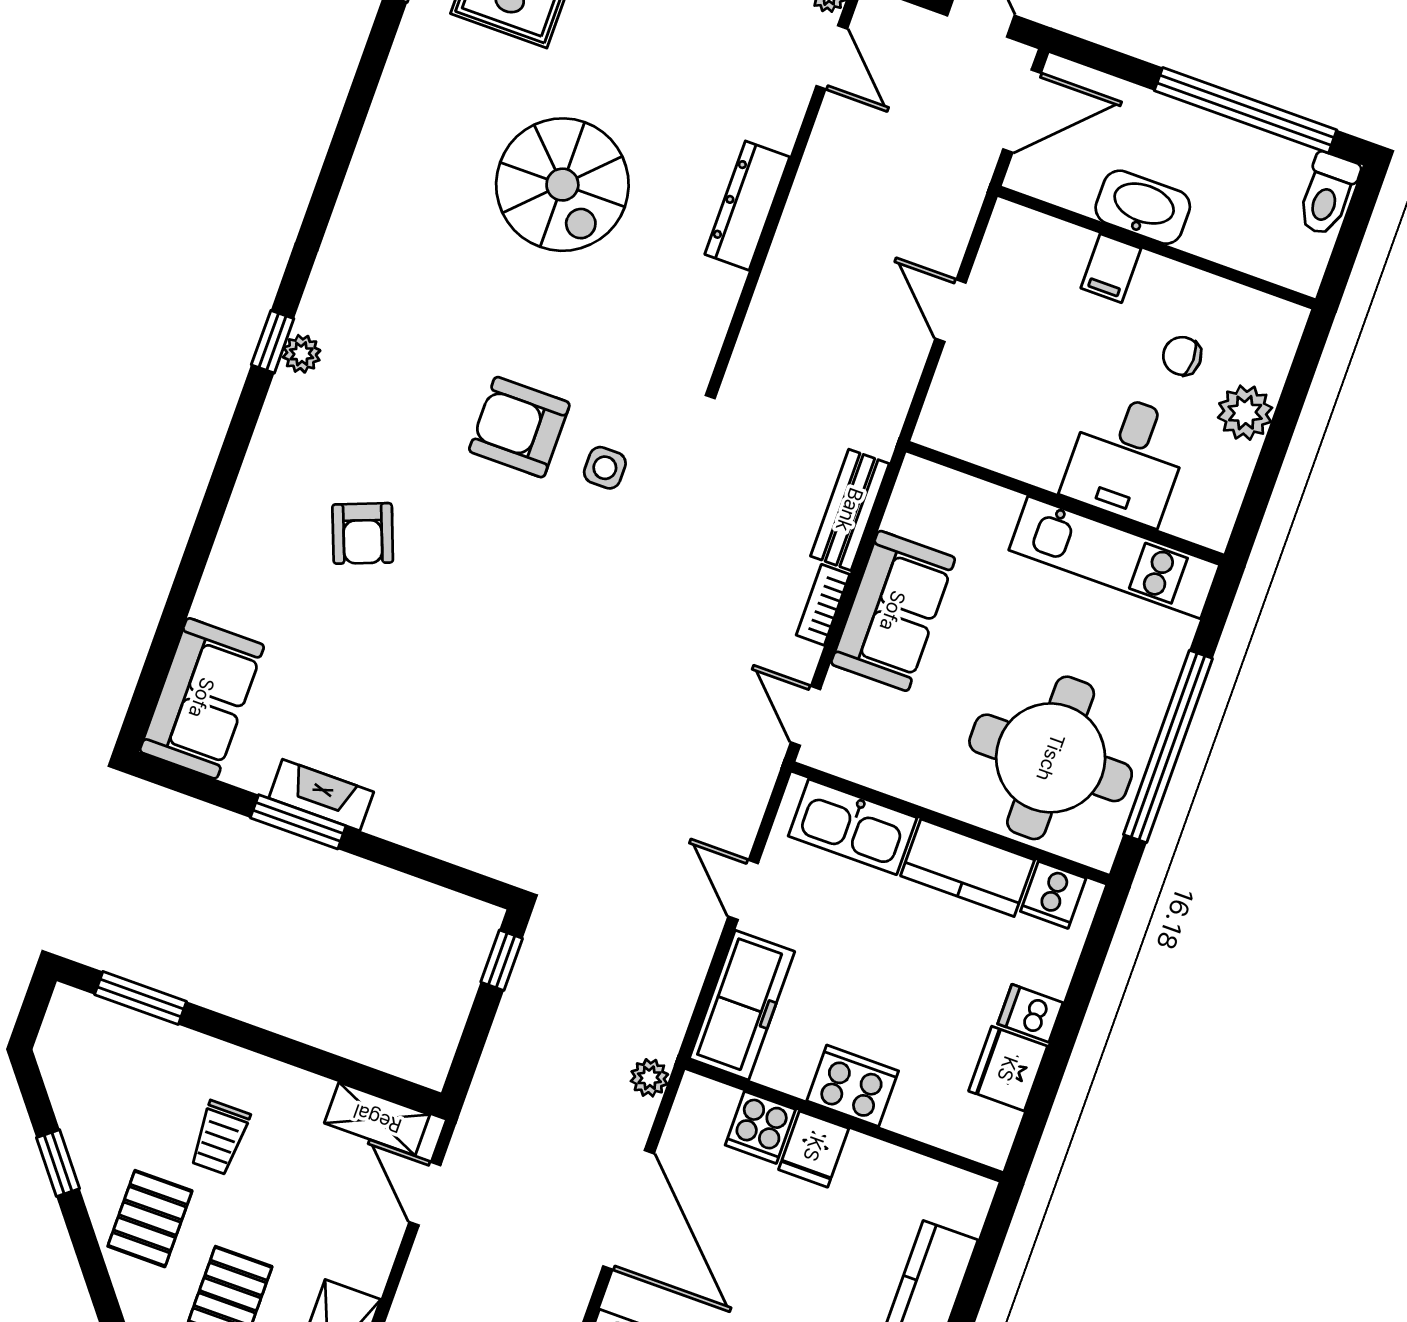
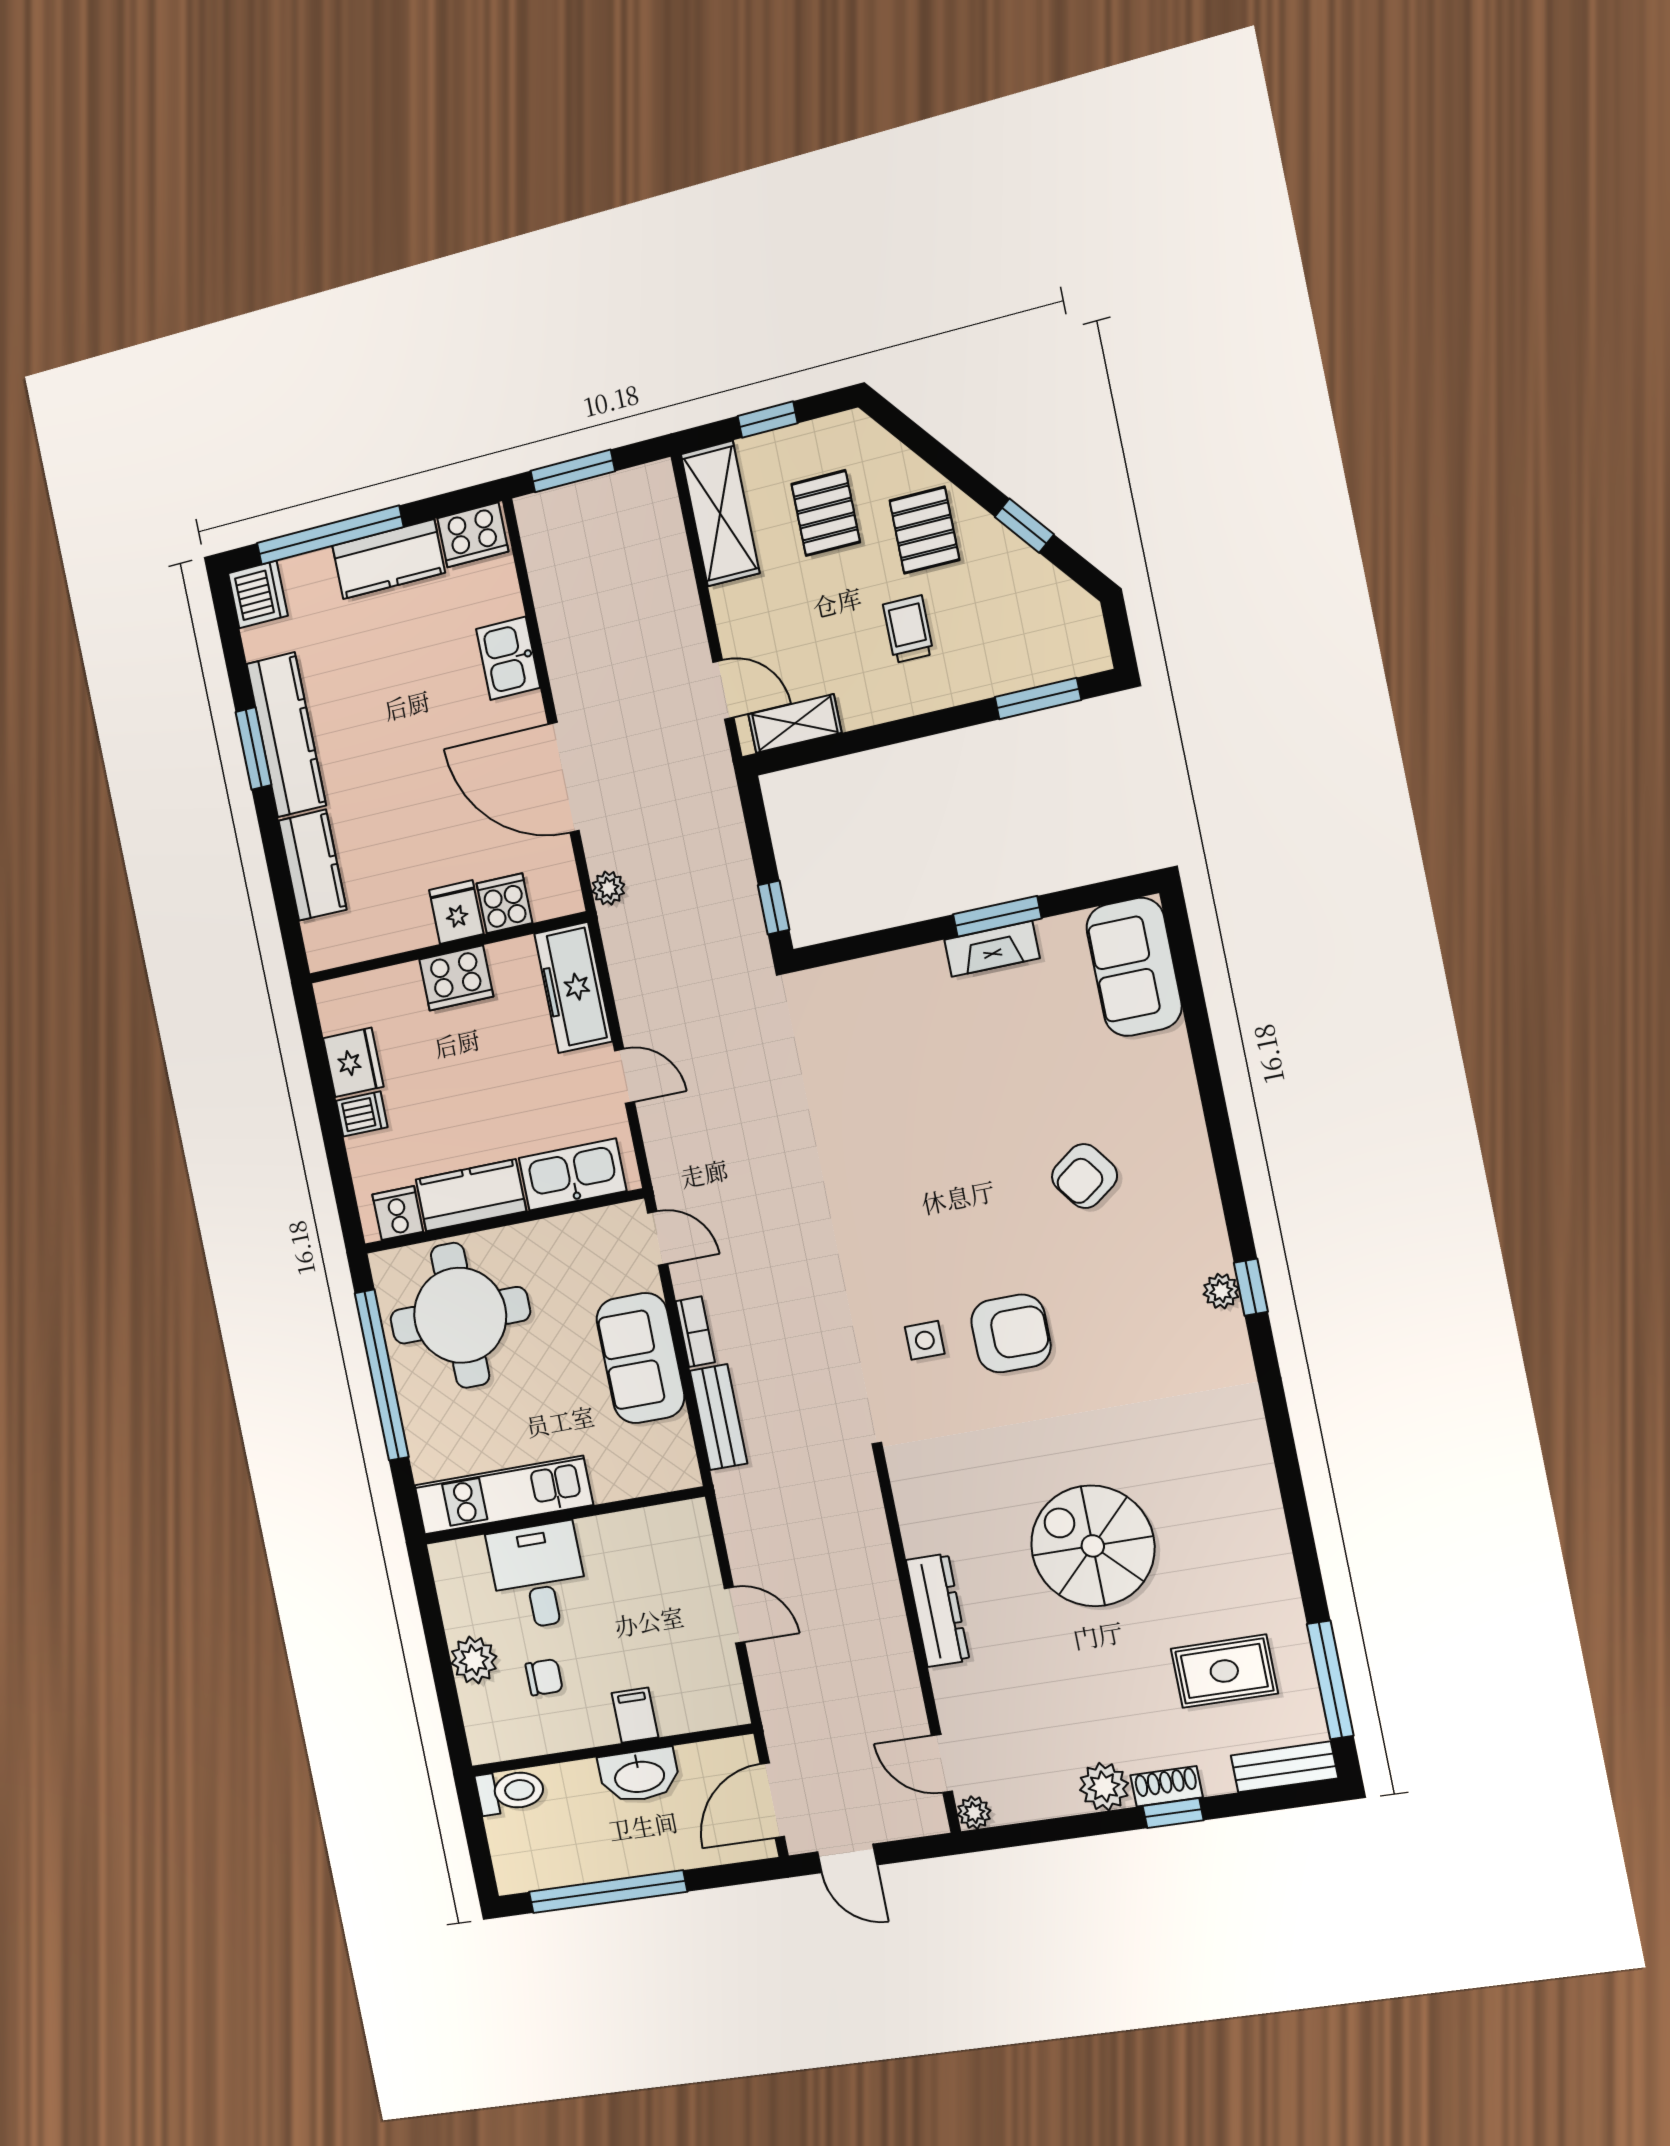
toilet: (1327, 194) -> (510, 1791), moved, turned 90
armchair: (363, 533) -> (1084, 1176), turned -105

